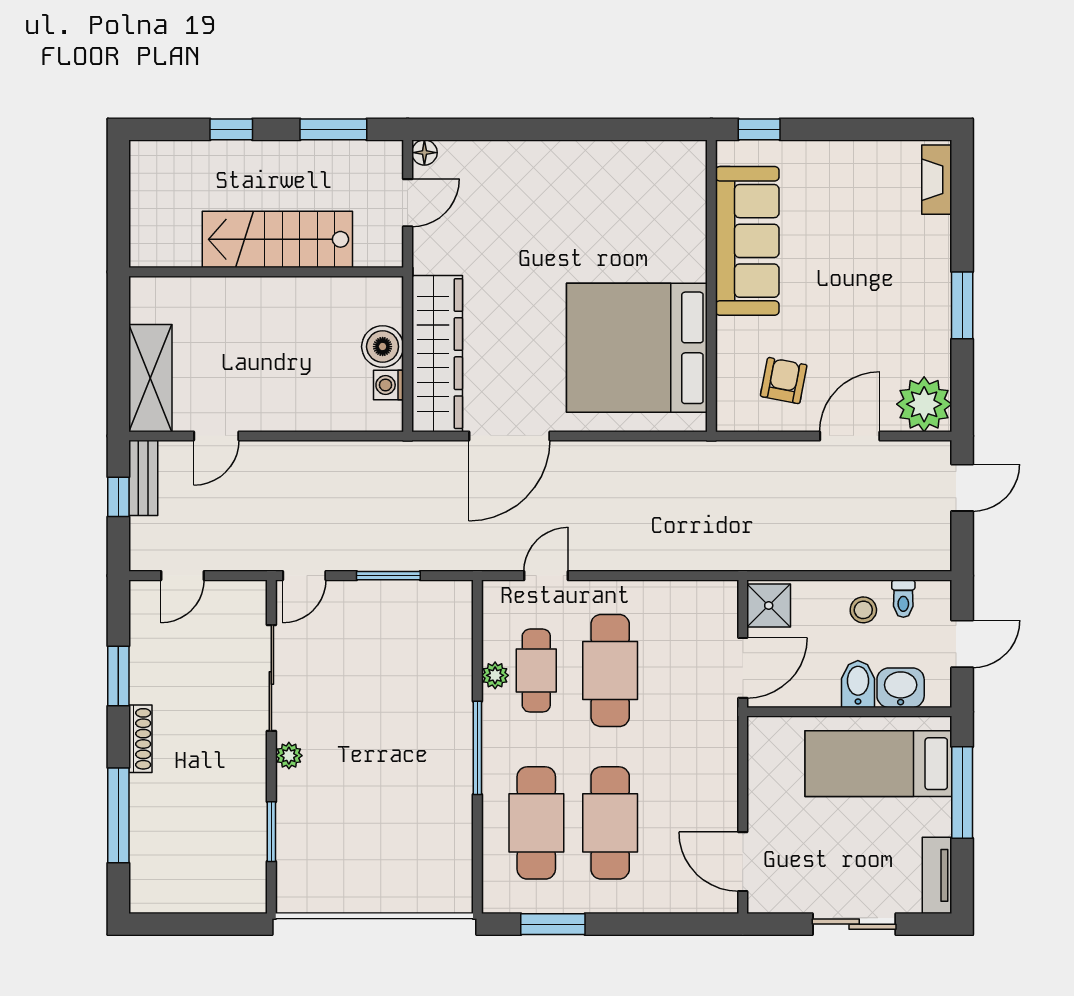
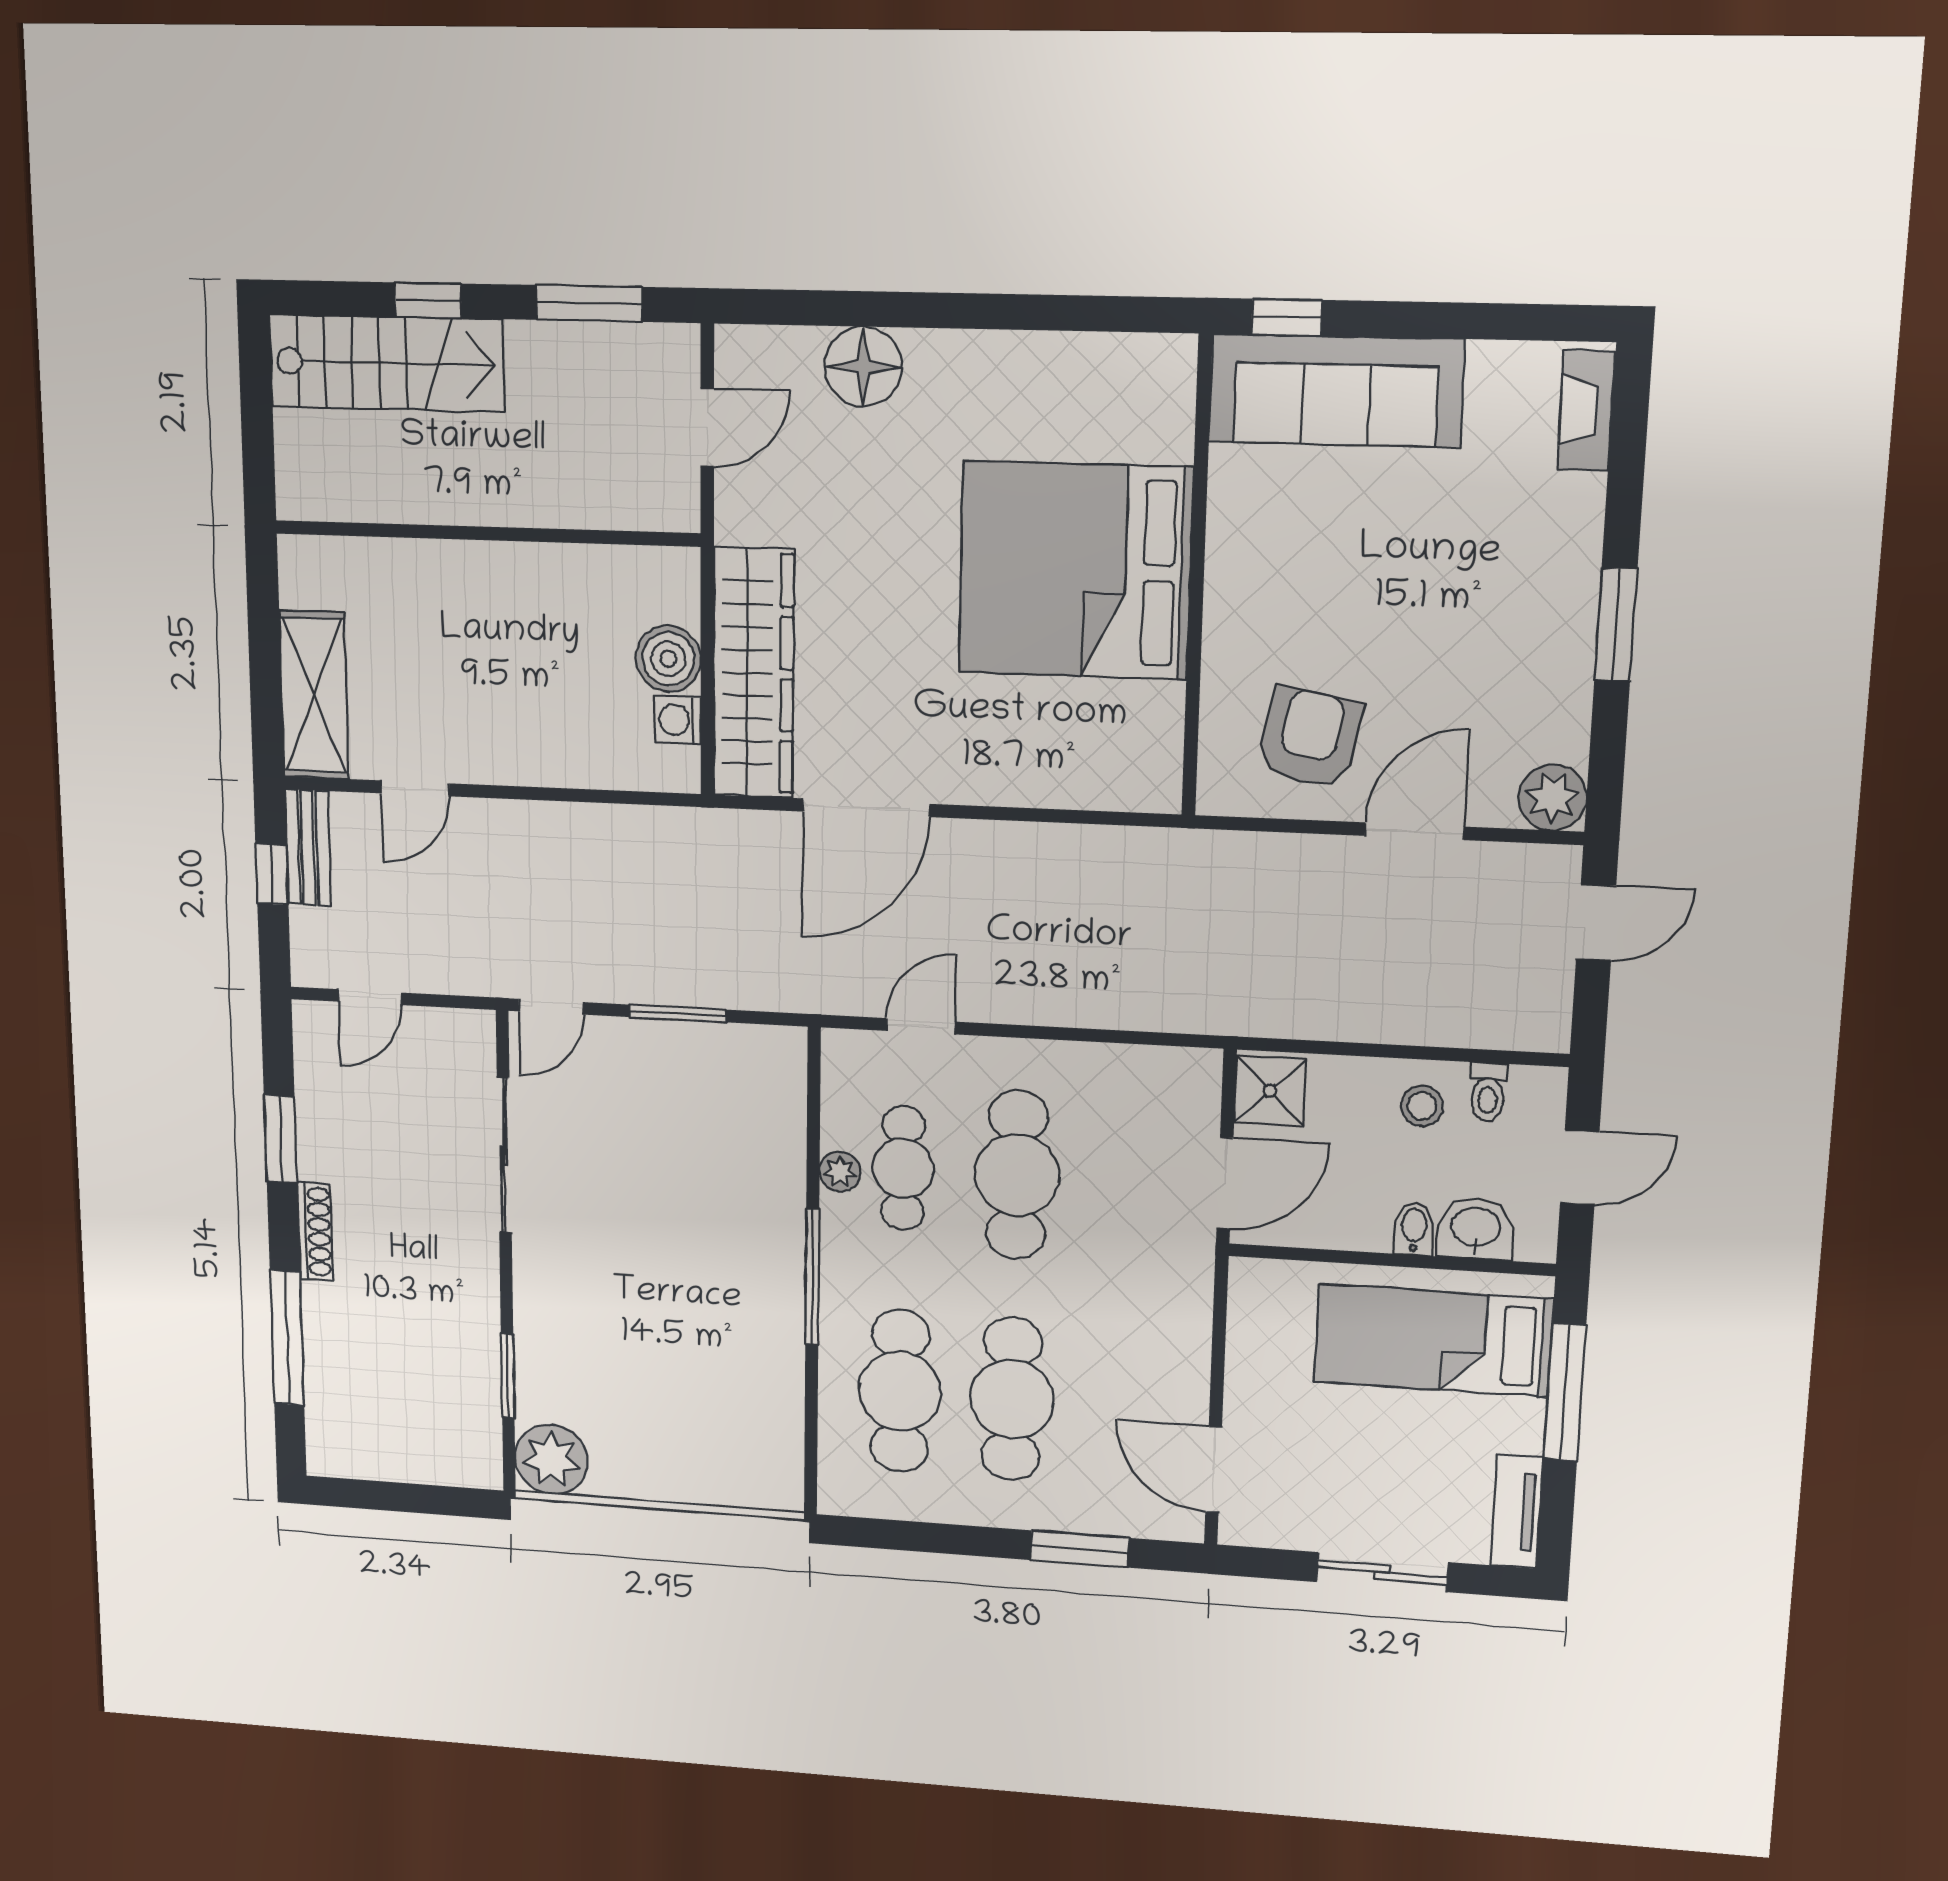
floor lamp: (424, 153) -> (863, 367), moved, width x1.89, depth x1.89
stairs: (277, 239) -> (387, 363), moved, turned 180
sofa: (747, 241) -> (1336, 391), moved, turned 90
bed: (637, 348) -> (1075, 571), moved
armchair: (784, 381) -> (1310, 737), width x1.38, depth x1.38
plant: (924, 404) -> (1553, 798), width x0.73, depth x0.73
bidet: (858, 684) -> (1414, 1229), width x0.72, depth x0.74
plant: (289, 756) -> (551, 1459), moved, width x1.87, depth x1.87
window: (553, 924) -> (1080, 1549), moved

